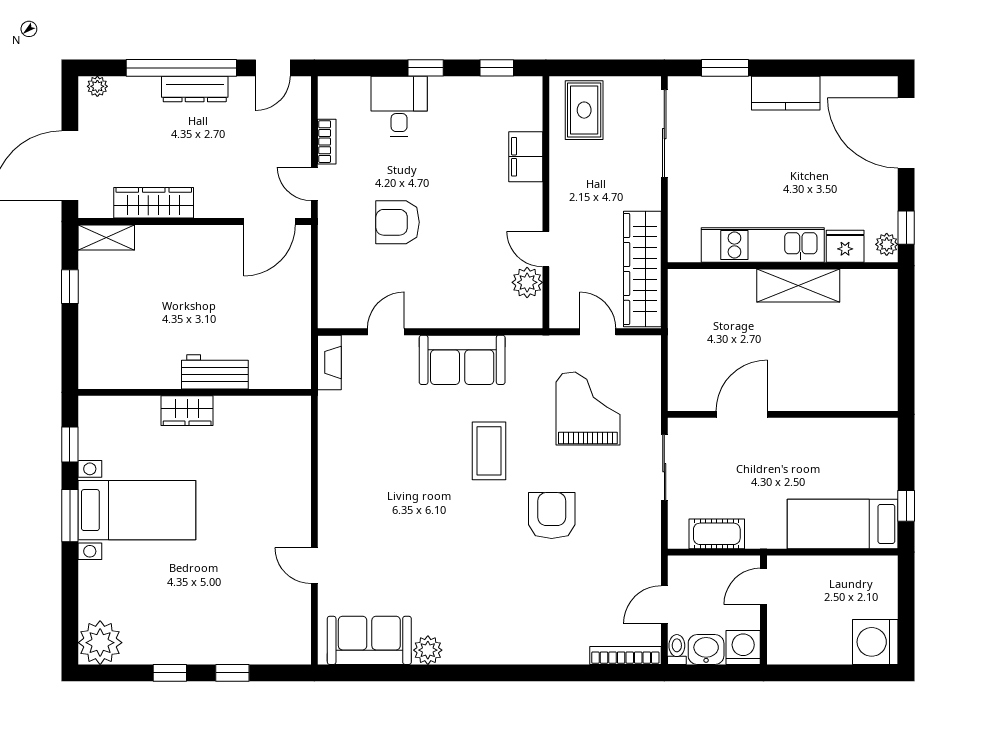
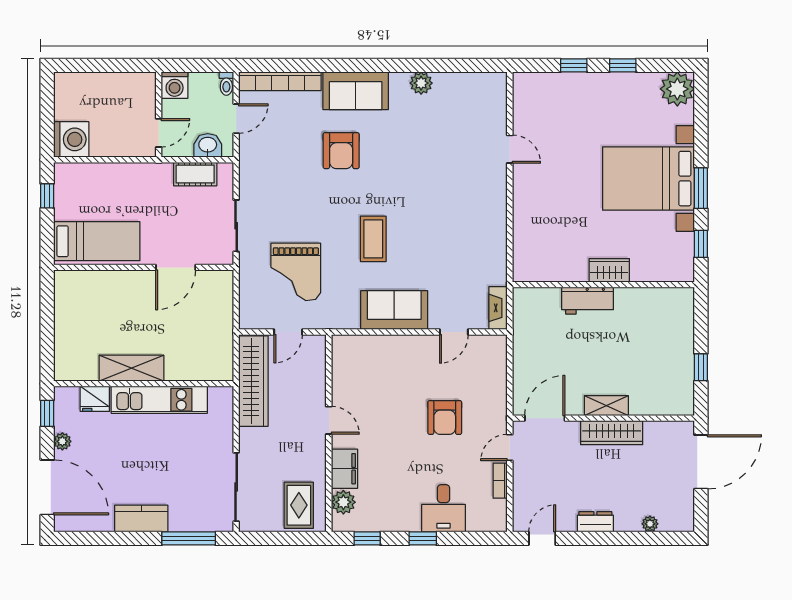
window: (181, 68) -> (614, 538), removed
window: (725, 68) -> (189, 538), width x1.44
plant: (97, 86) -> (650, 524), moved
dresser: (195, 89) -> (595, 522), width x0.70
door: (314, 184) -> (510, 447), swing flipped
wardrobe: (154, 203) -> (612, 433), moved
armchair: (398, 222) -> (445, 418), turned 90
shelving: (106, 238) -> (606, 406), moved
plant: (887, 244) -> (62, 441), moved
door: (546, 249) -> (329, 420), moved
plant: (527, 282) -> (343, 502), moved
door: (598, 332) -> (288, 332), hinge flipped
bed with nightstands: (137, 510) -> (649, 179), width x1.36
armchair: (552, 515) -> (341, 151), moved
bed: (843, 524) -> (97, 241), moved
sofa: (369, 640) -> (356, 91), moved
washing machine: (875, 642) -> (71, 139), moved
washbasin: (706, 649) -> (208, 145), moved, turned 180
bookcase: (625, 655) -> (280, 81), width x1.48, depth x1.31

